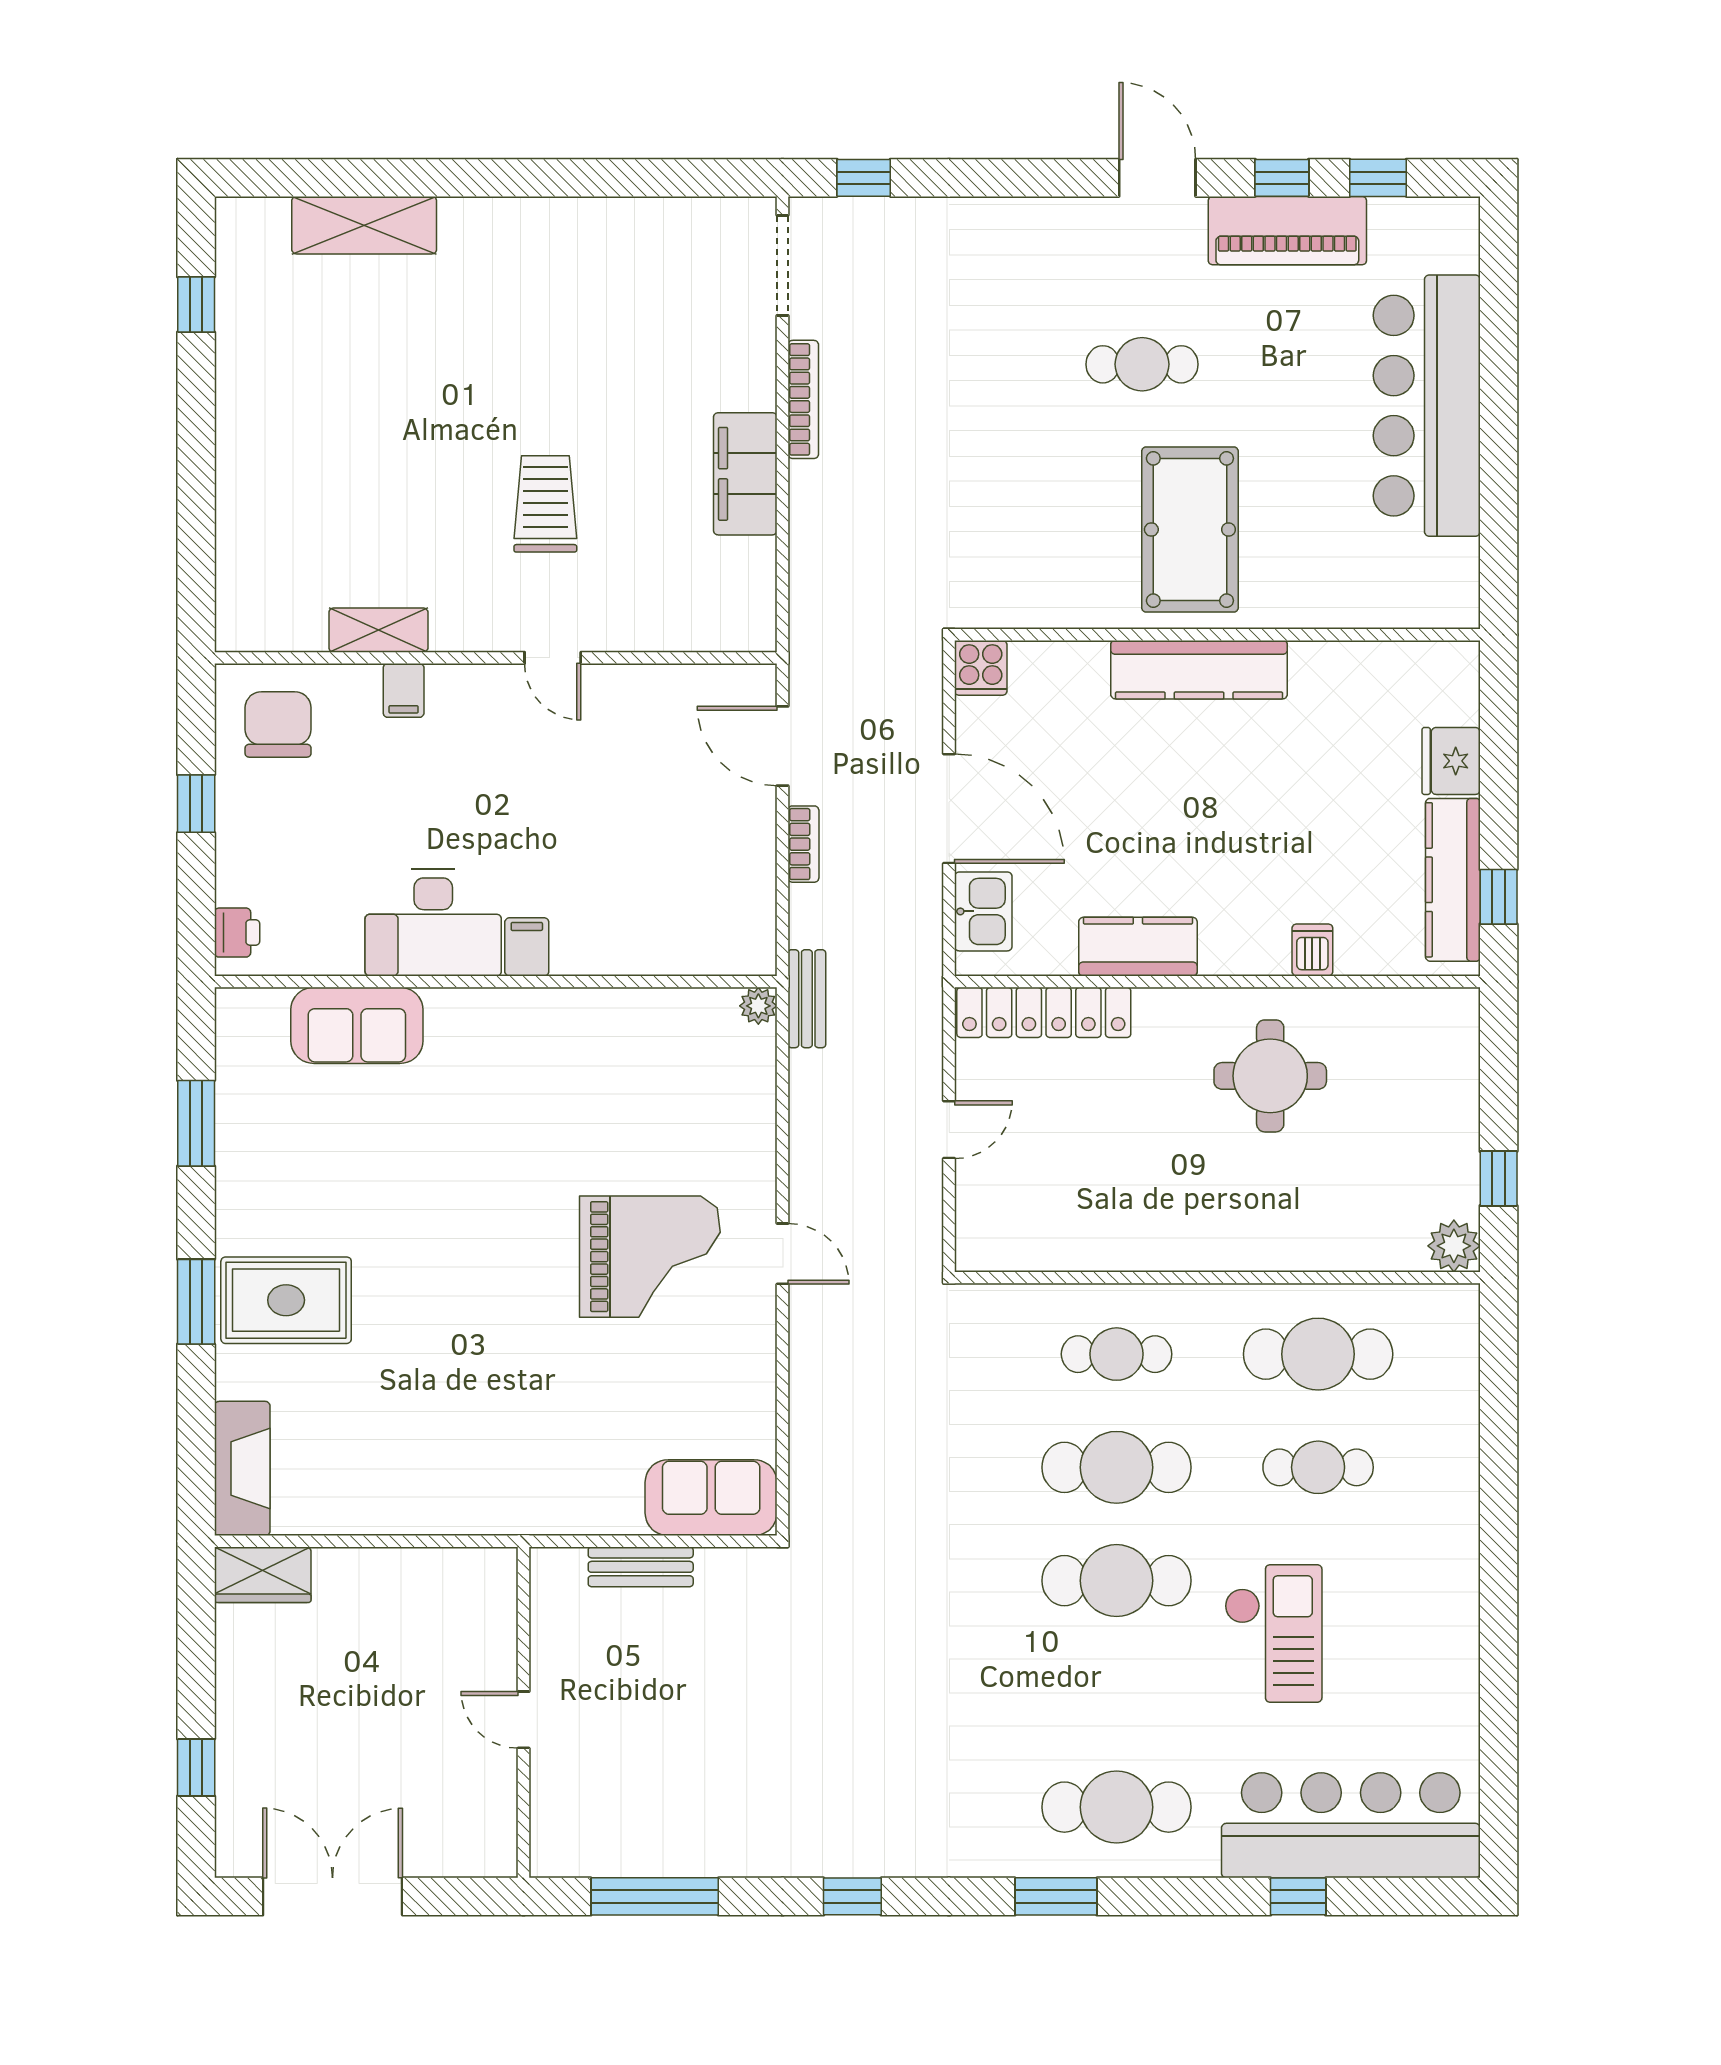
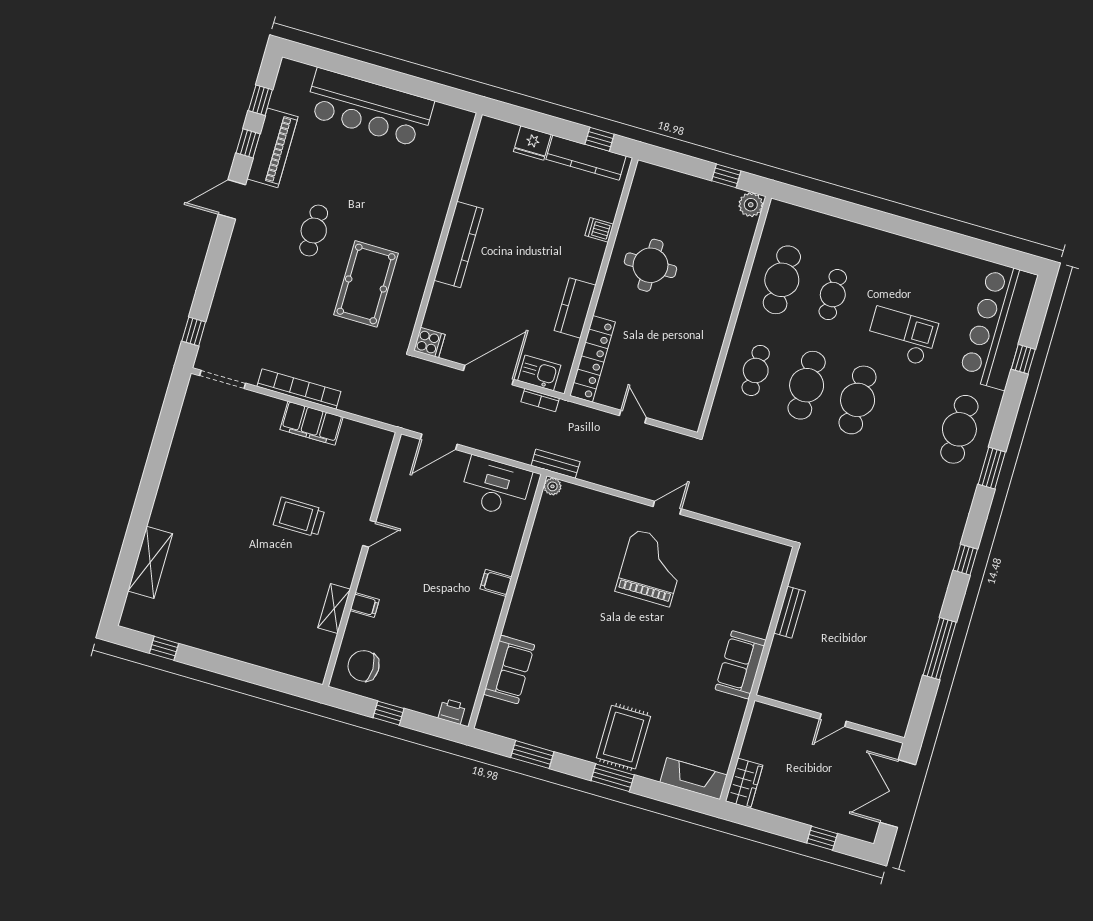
bookcase: (803, 399) -> (299, 389), width x1.48, depth x1.31
pool table: (1190, 529) -> (366, 284), moved, turned 90
bookcase: (803, 844) -> (540, 400), moved, turned 180
desk: (433, 923) -> (496, 487), moved, turned -90
sofa: (711, 1498) -> (741, 665), moved
wall: (524, 1712) -> (830, 719), moved
door: (524, 1720) -> (833, 720), moved

